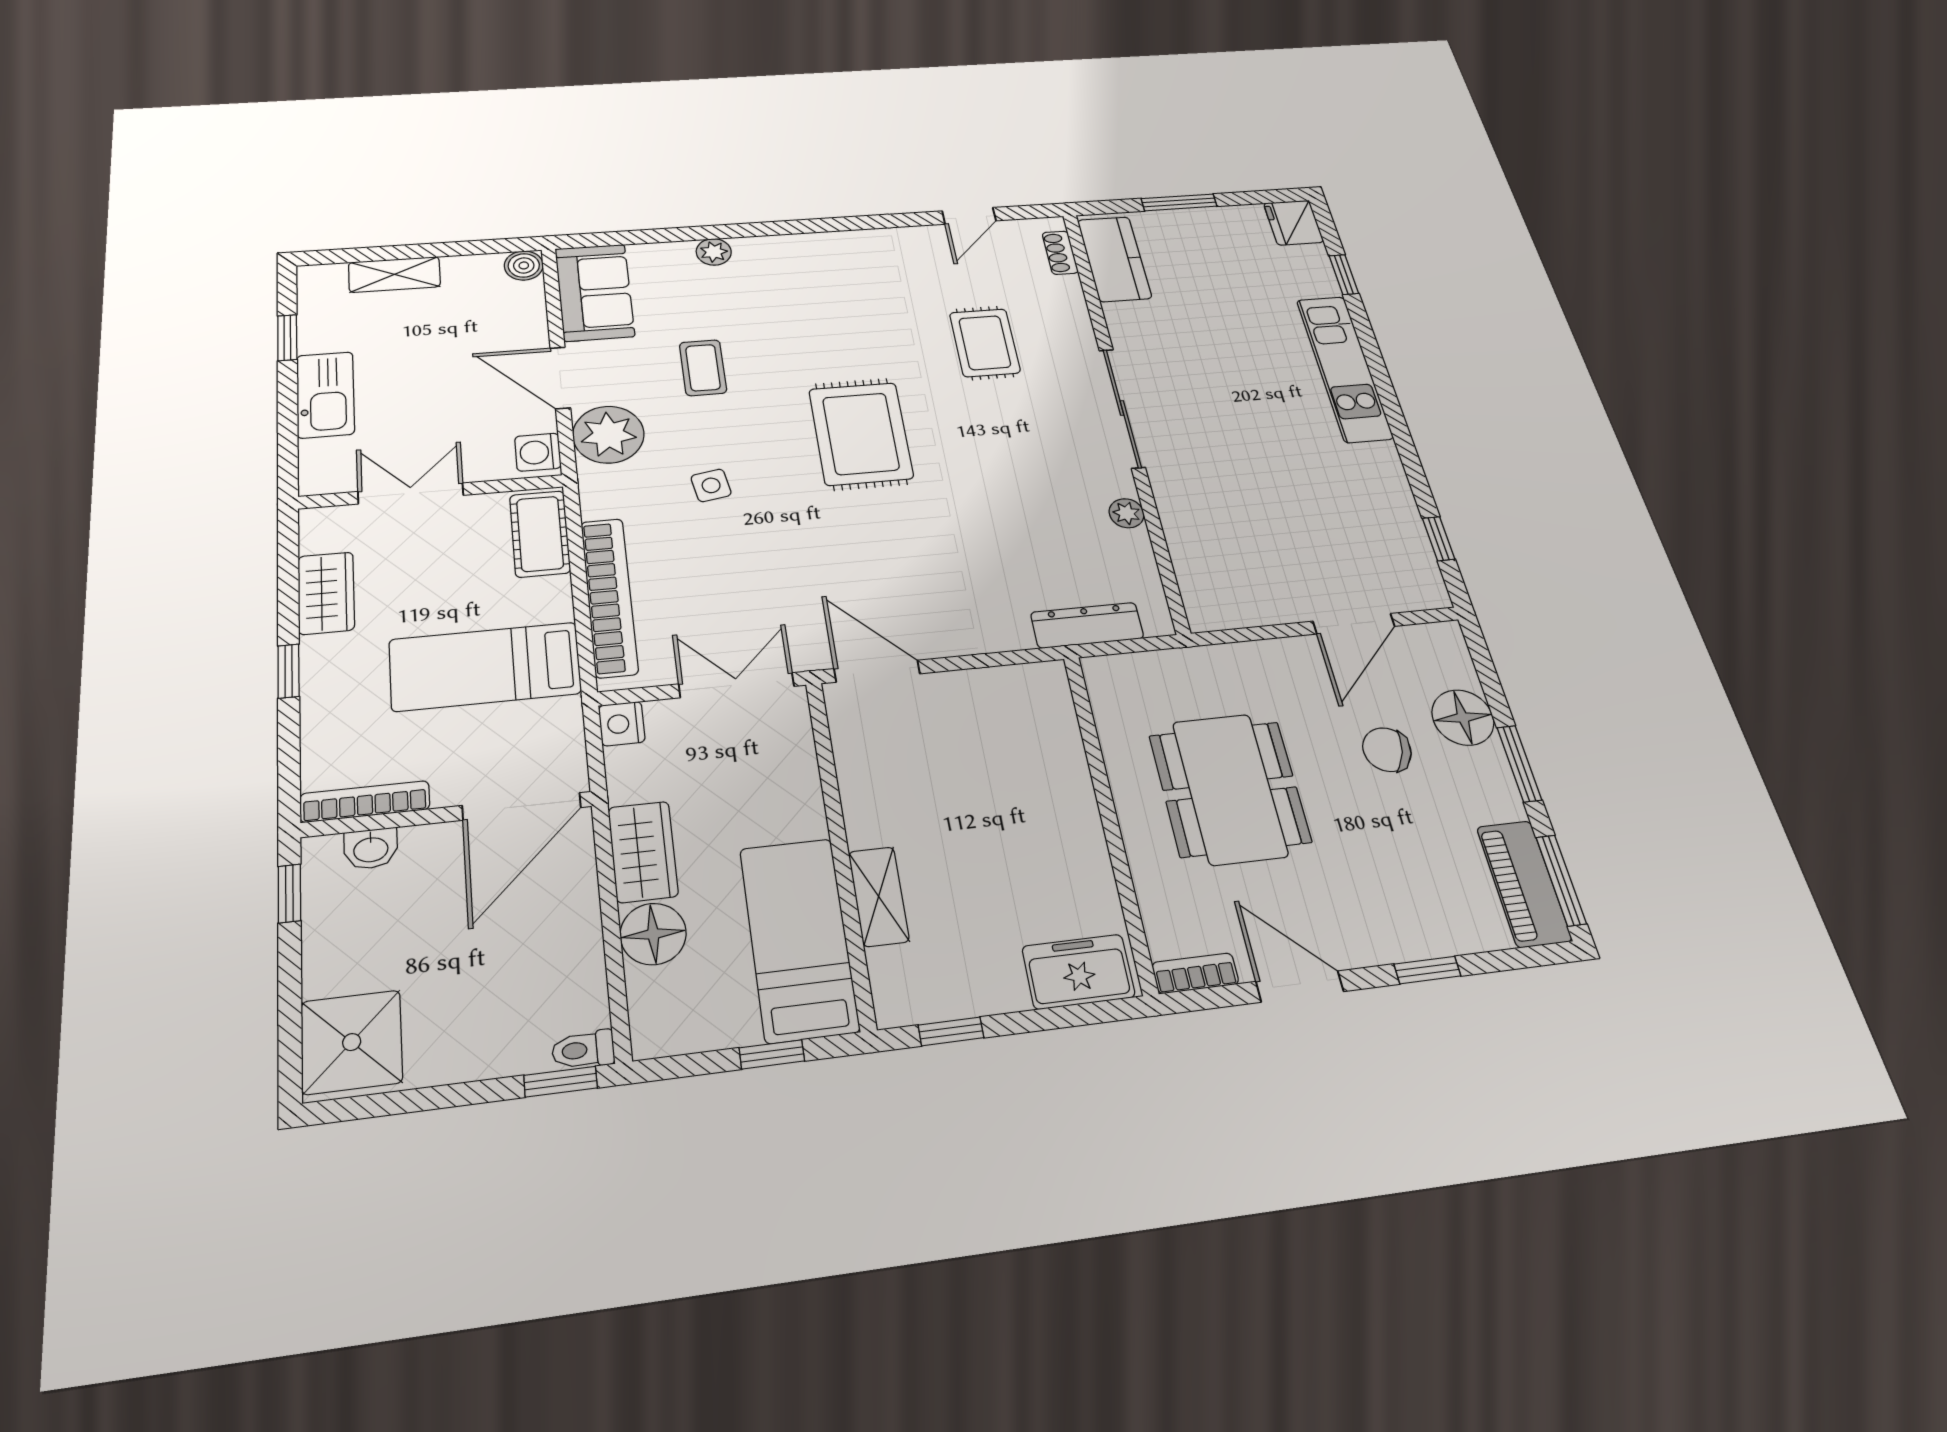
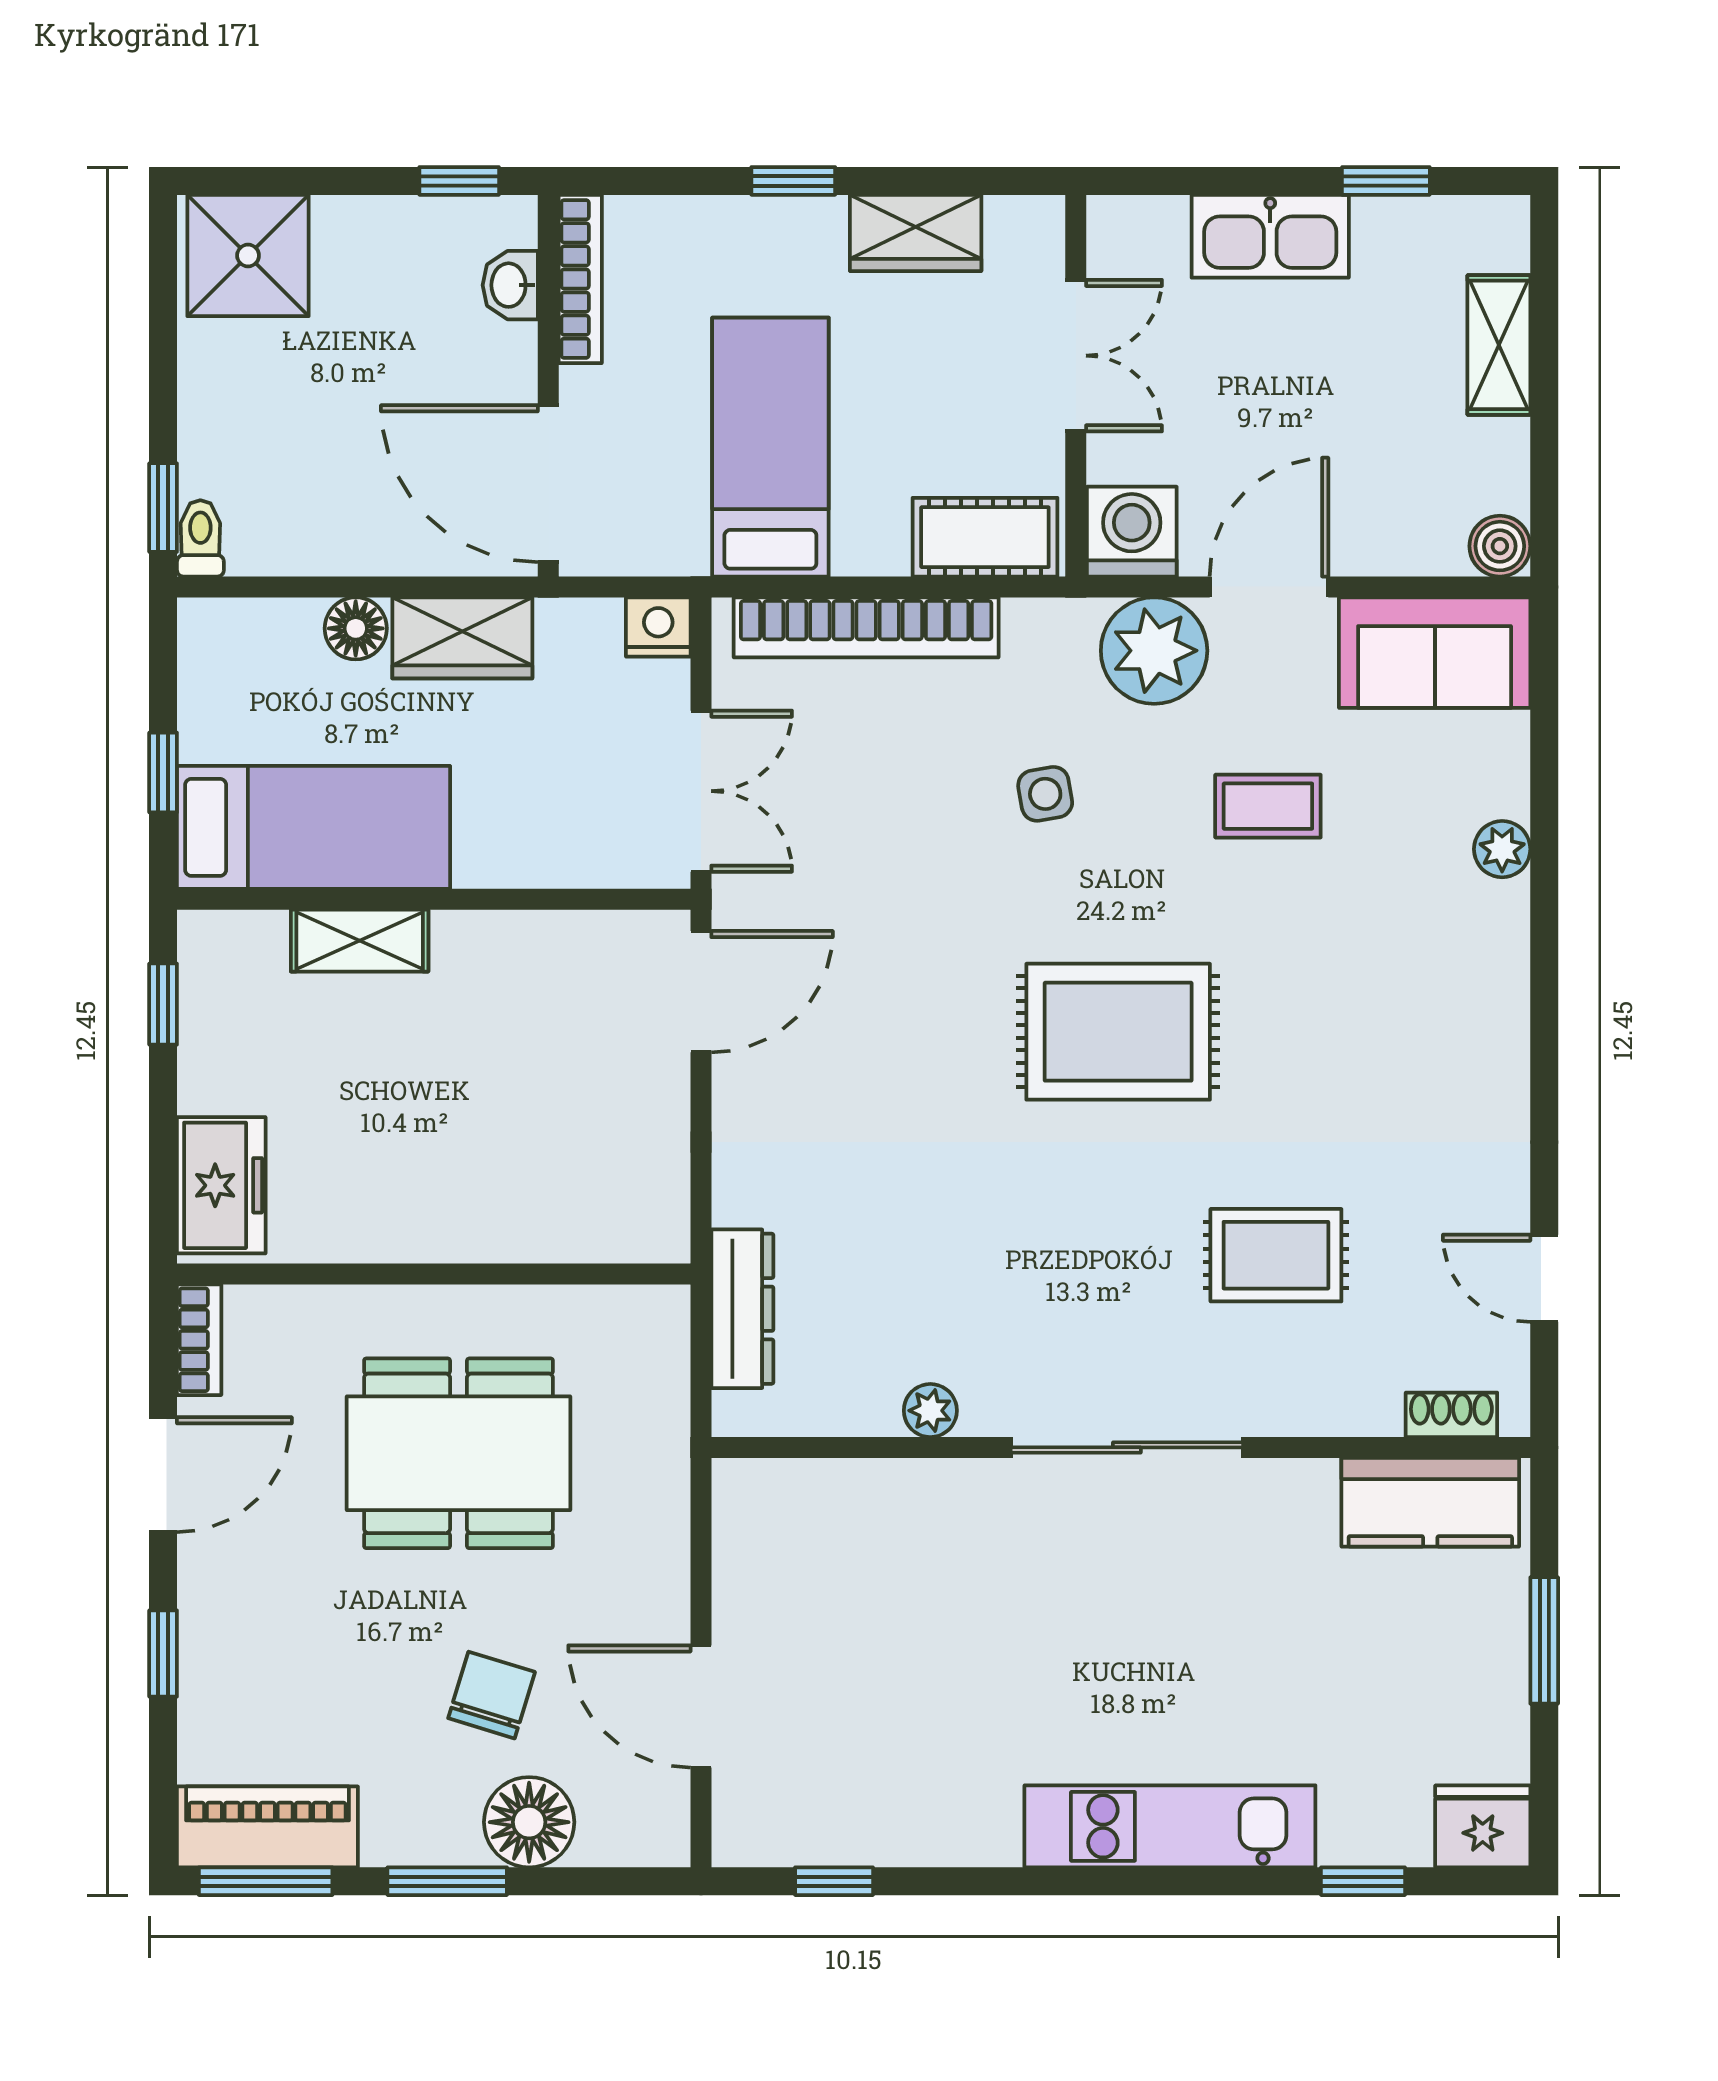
washing machine: (538, 452) -> (1132, 532), width x1.38, depth x1.38
floor lamp: (653, 934) -> (356, 628), width x0.73, depth x0.73

